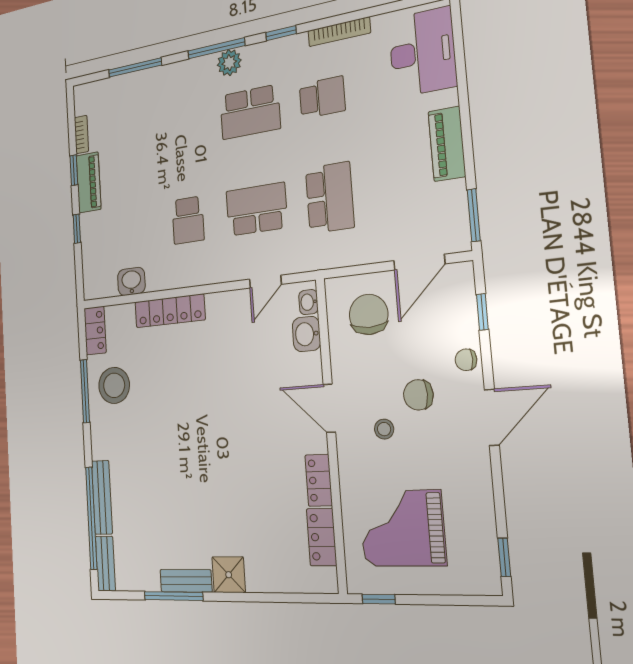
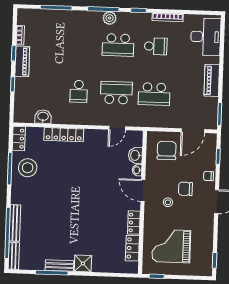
school desk: (330, 198) -> (154, 94), turned 90
washbasin: (308, 302) -> (137, 170), moved

